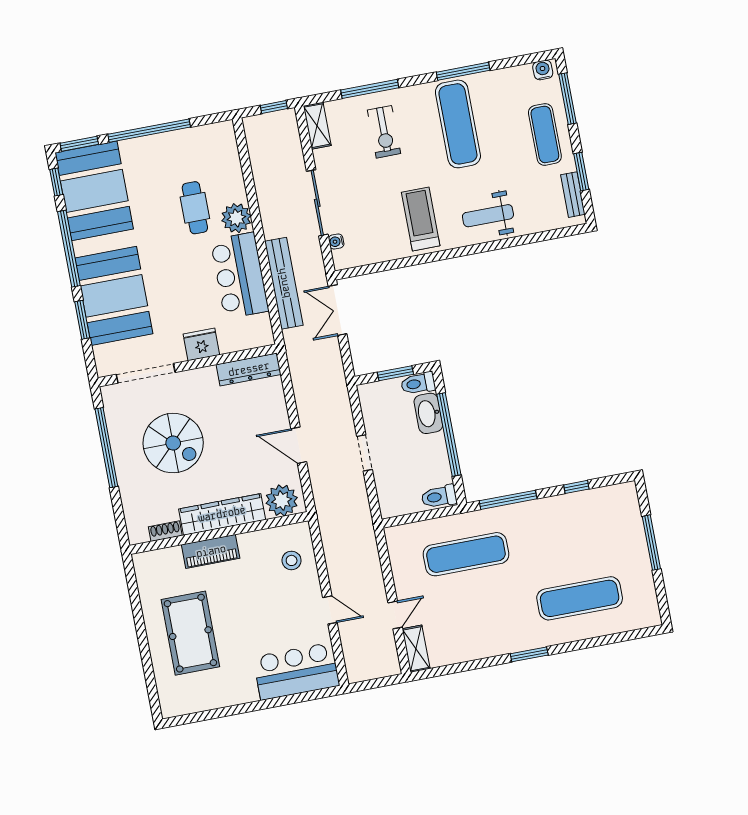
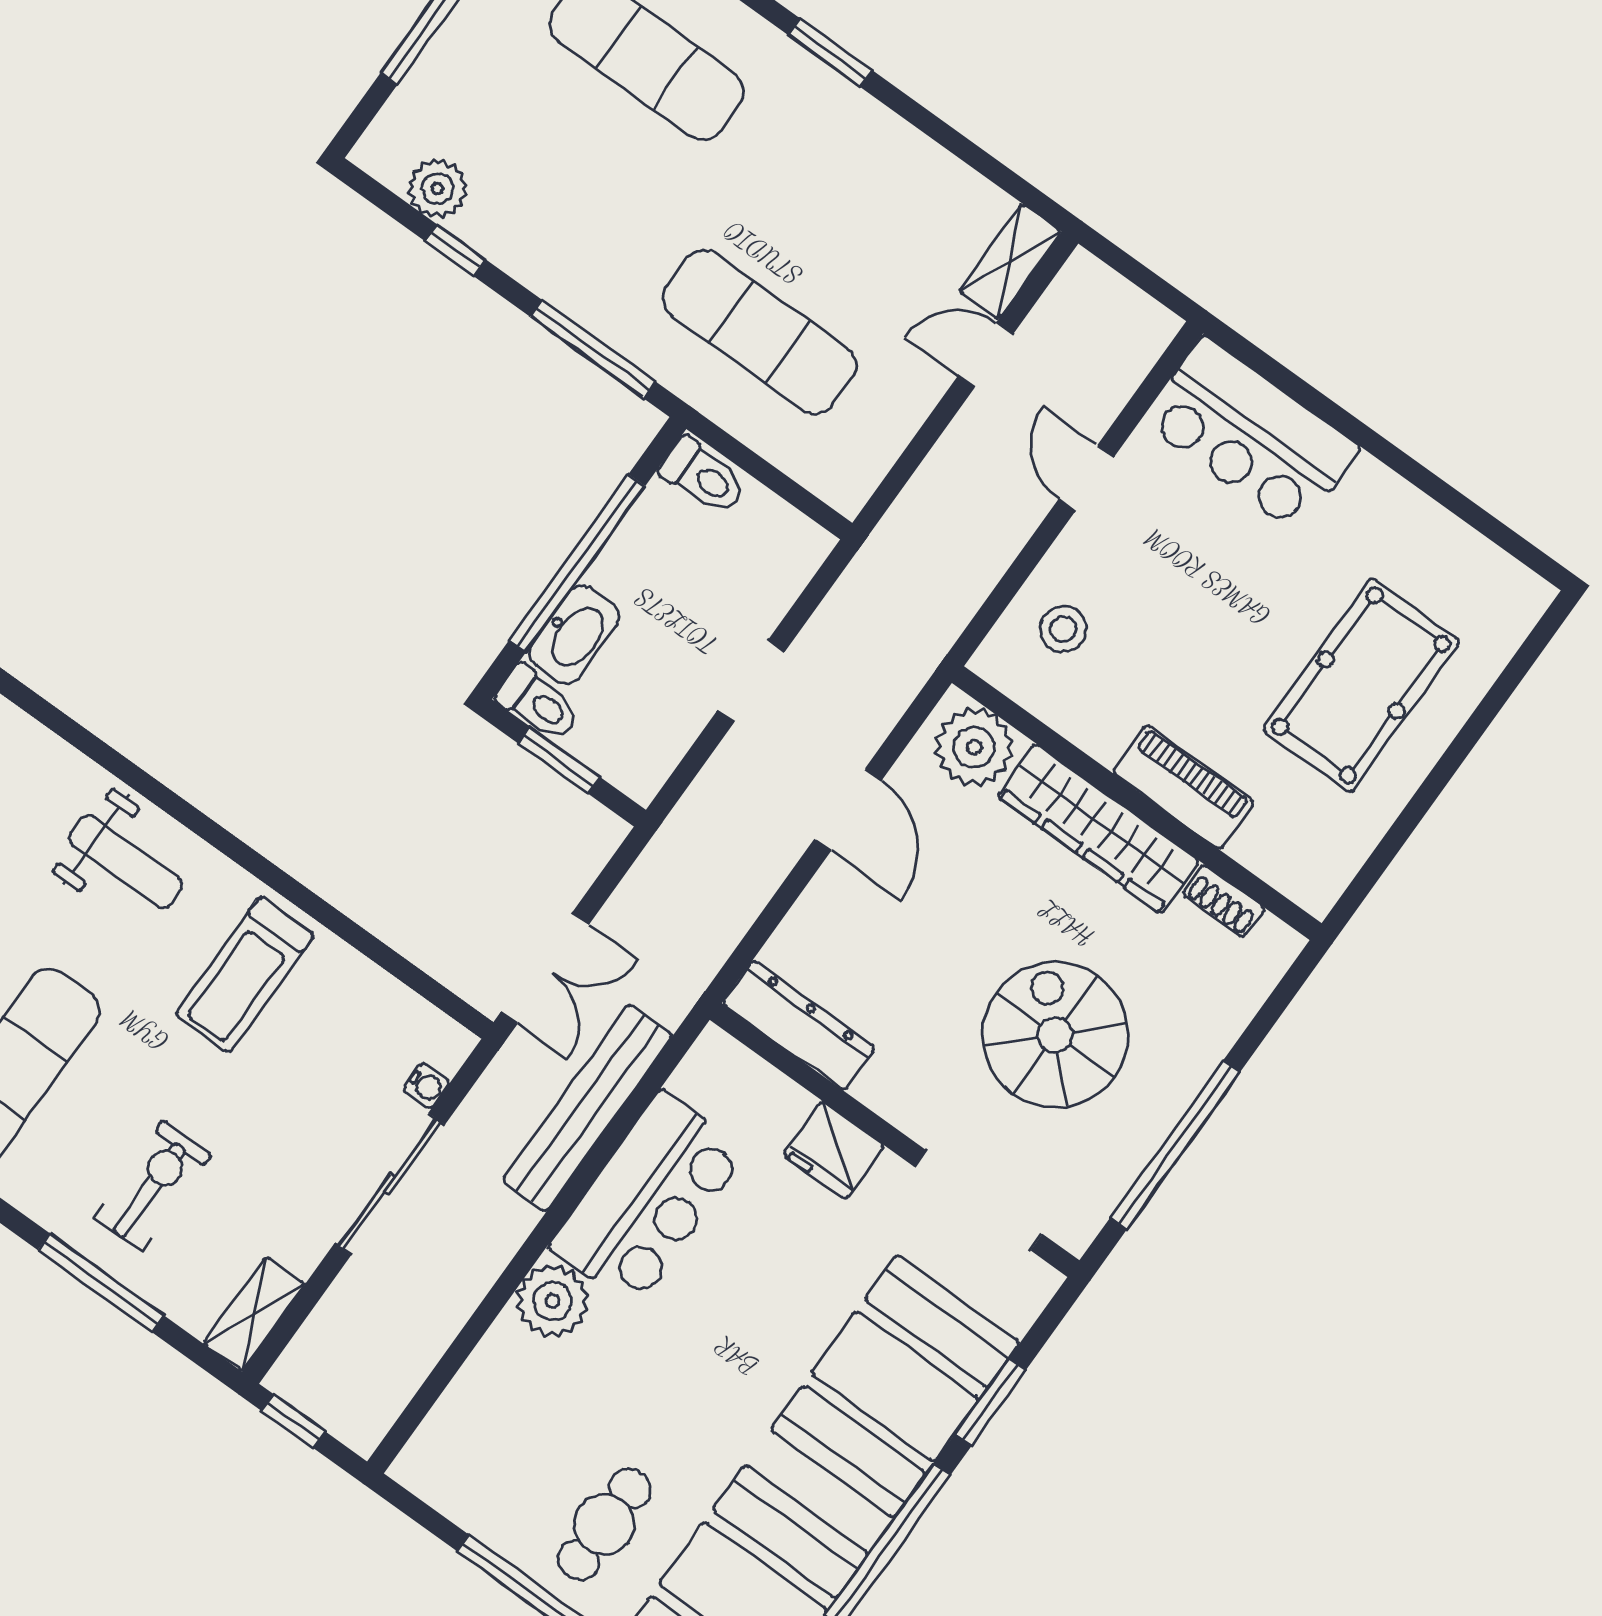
cafe table: (195, 208) -> (604, 1524), moved
plant: (600, 499) -> (438, 189), added

